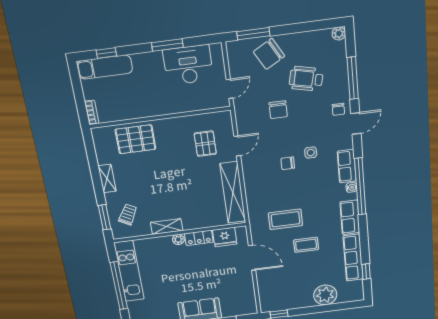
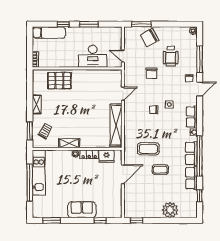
window: (106, 53) -> (63, 24), moved
desk: (188, 65) -> (93, 56), moved, turned 180
wheelchair: (306, 79) -> (171, 56), turned -103
door: (230, 89) -> (123, 56), swing flipped
pallet: (205, 144) -> (103, 89), removed
window: (360, 187) -> (200, 156), moved
door: (252, 258) -> (123, 174), hinge flipped
row of seats: (353, 258) -> (191, 178), width x0.68

